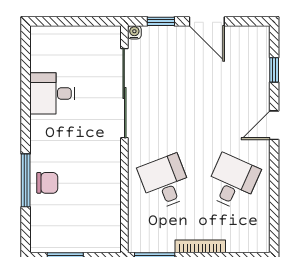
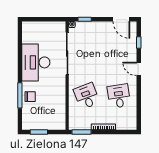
door: (207, 21) -> (121, 19), moved
desk: (52, 93) -> (36, 62), width x1.87, depth x1.30
door: (274, 125) -> (139, 69), hinge flipped
desk: (232, 182) -> (119, 96), turned -33

